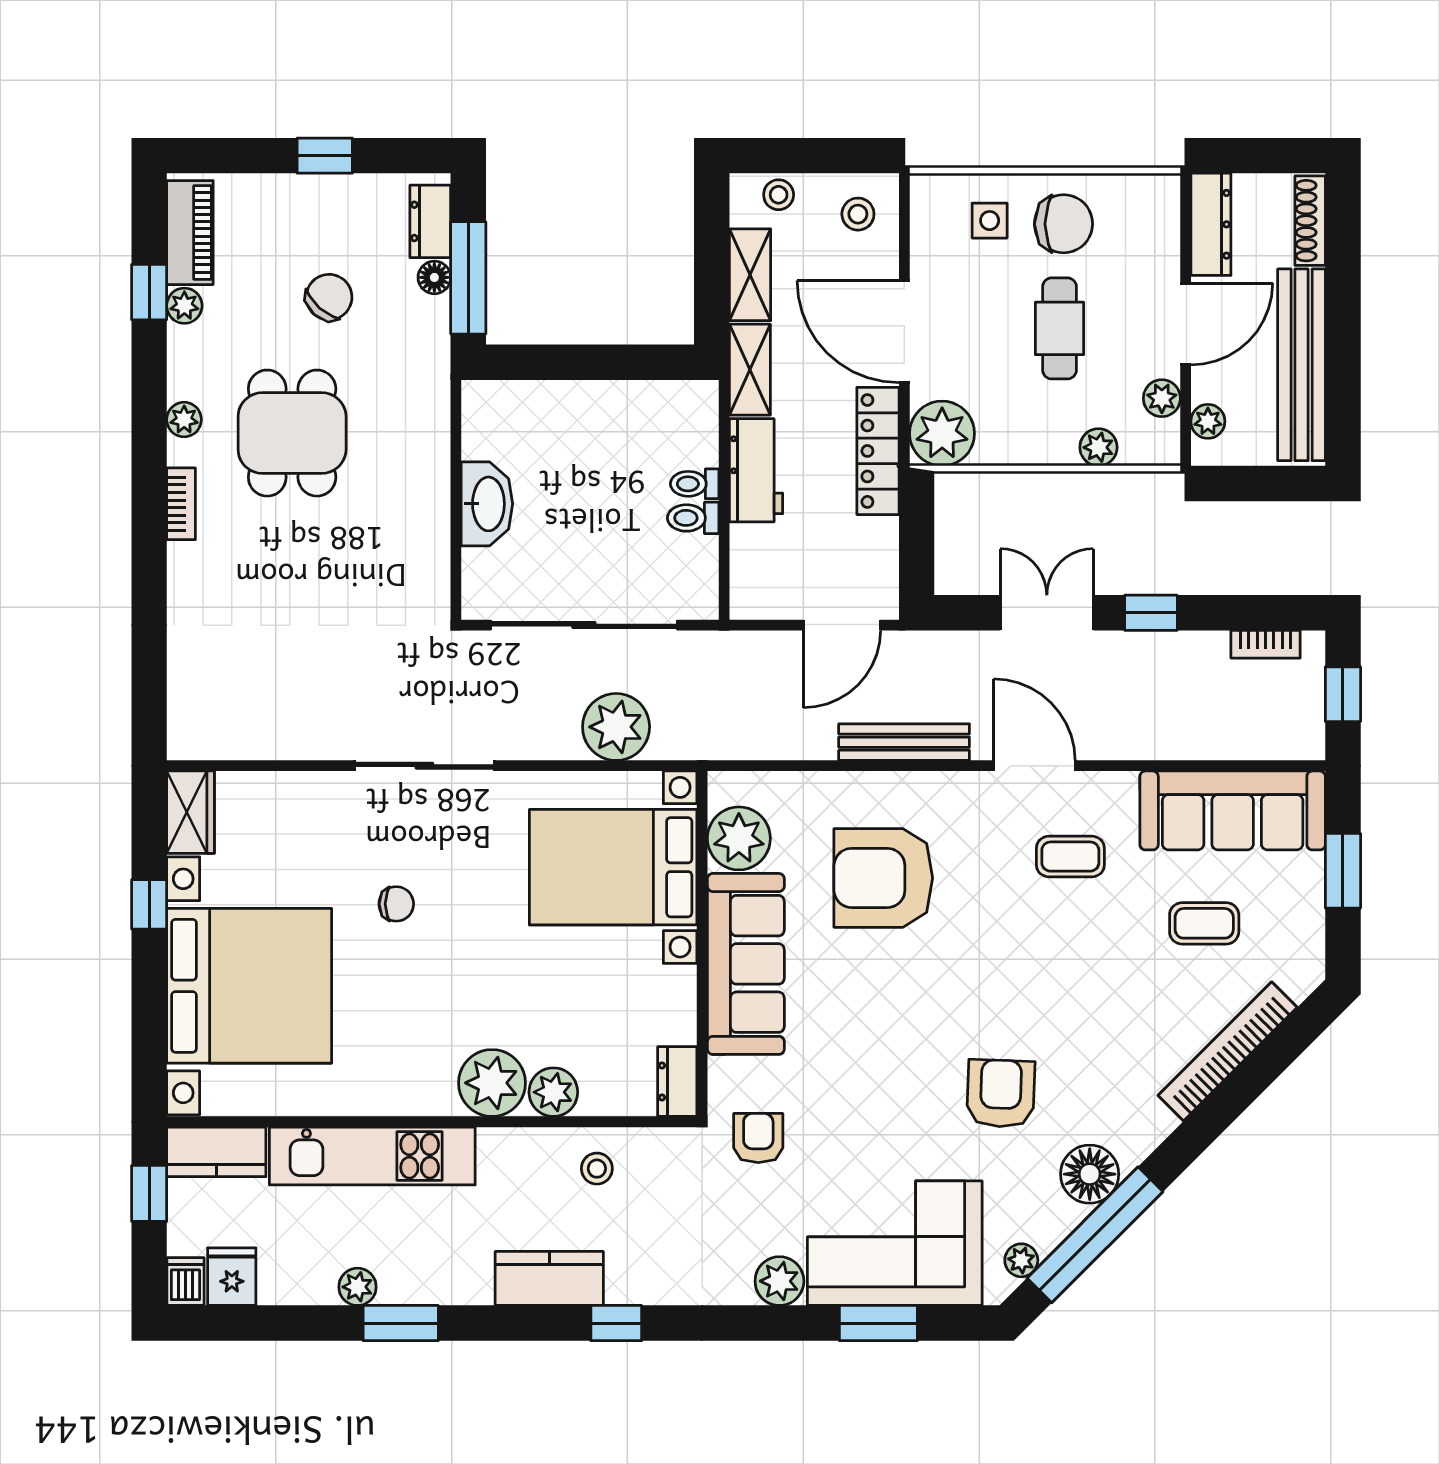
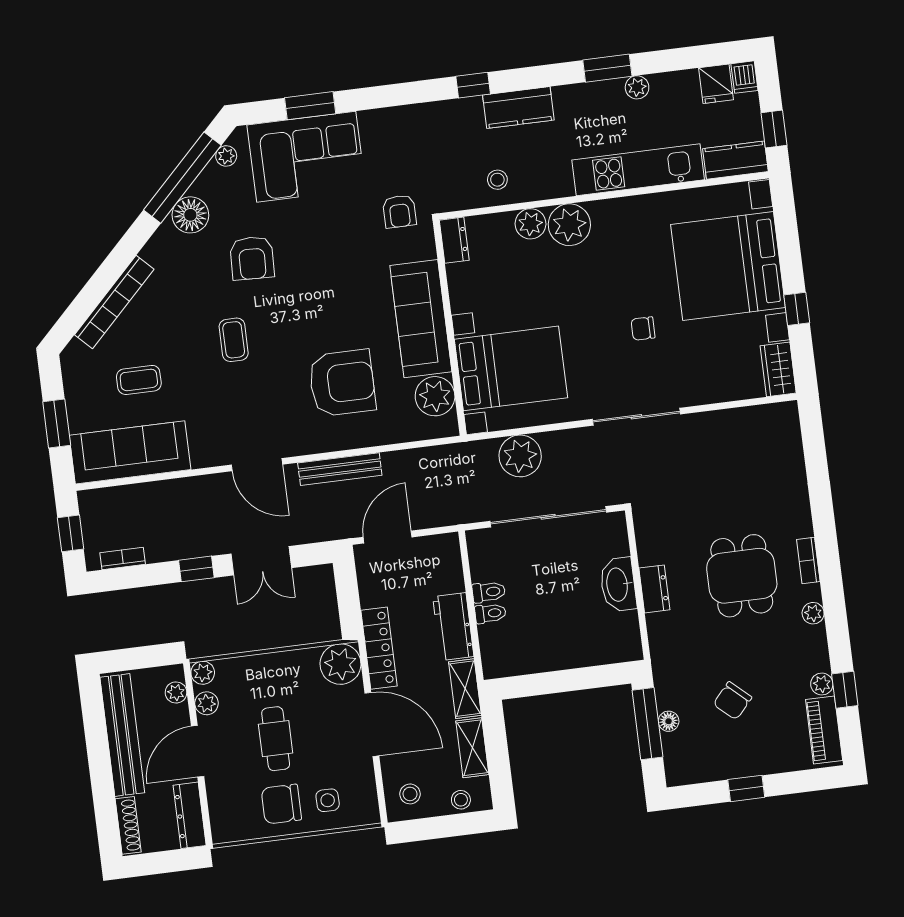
dresser: (430, 221) -> (654, 589), moved
dining table: (292, 433) -> (742, 576), moved
plant: (1098, 447) -> (203, 673), moved
coffee table: (1070, 857) -> (234, 340), moved, turned 90
plant: (779, 1281) -> (375, 124), removed

